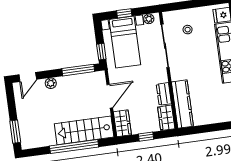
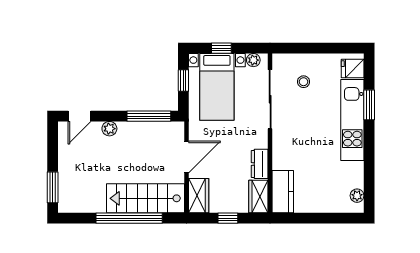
window: (101, 52) -> (183, 80), moved
kitchen counter: (182, 104) -> (283, 192), width x0.67

